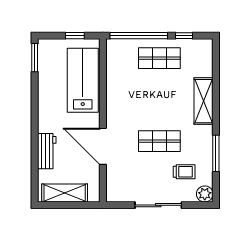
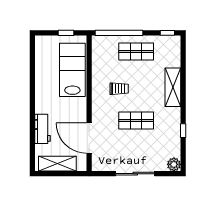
window: (184, 36) -> (167, 33), moved
window: (35, 58) -> (32, 51), removed
door: (103, 146) -> (89, 138), moved
window: (216, 153) -> (183, 131), width x0.46
trolley: (184, 172) -> (119, 89), moved

